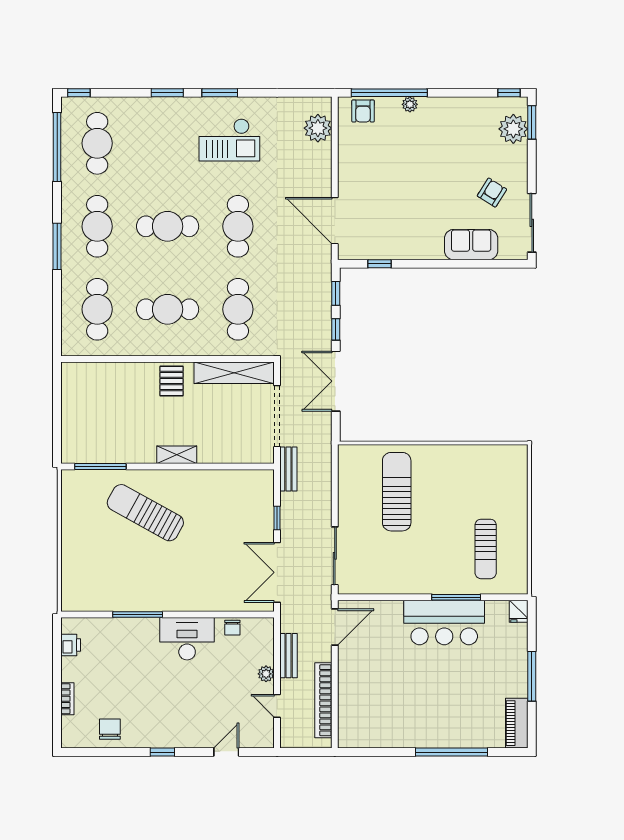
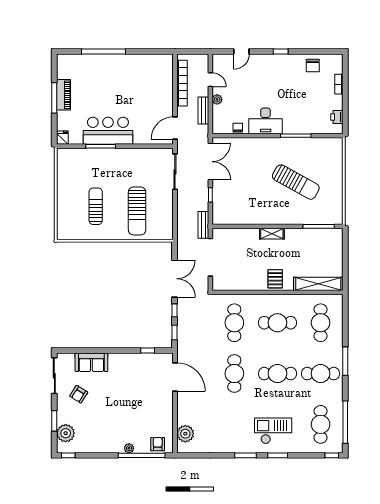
window: (532, 122) -> (54, 421), moved
checkout: (229, 140) -> (273, 431), moved
cafe table: (97, 226) -> (321, 374), turned 90
shelving: (234, 373) -> (318, 284), moved
sun lounger: (145, 513) -> (296, 182), moved
sun lounger: (486, 549) -> (96, 206), moved
piano: (517, 723) -> (64, 95), moved

